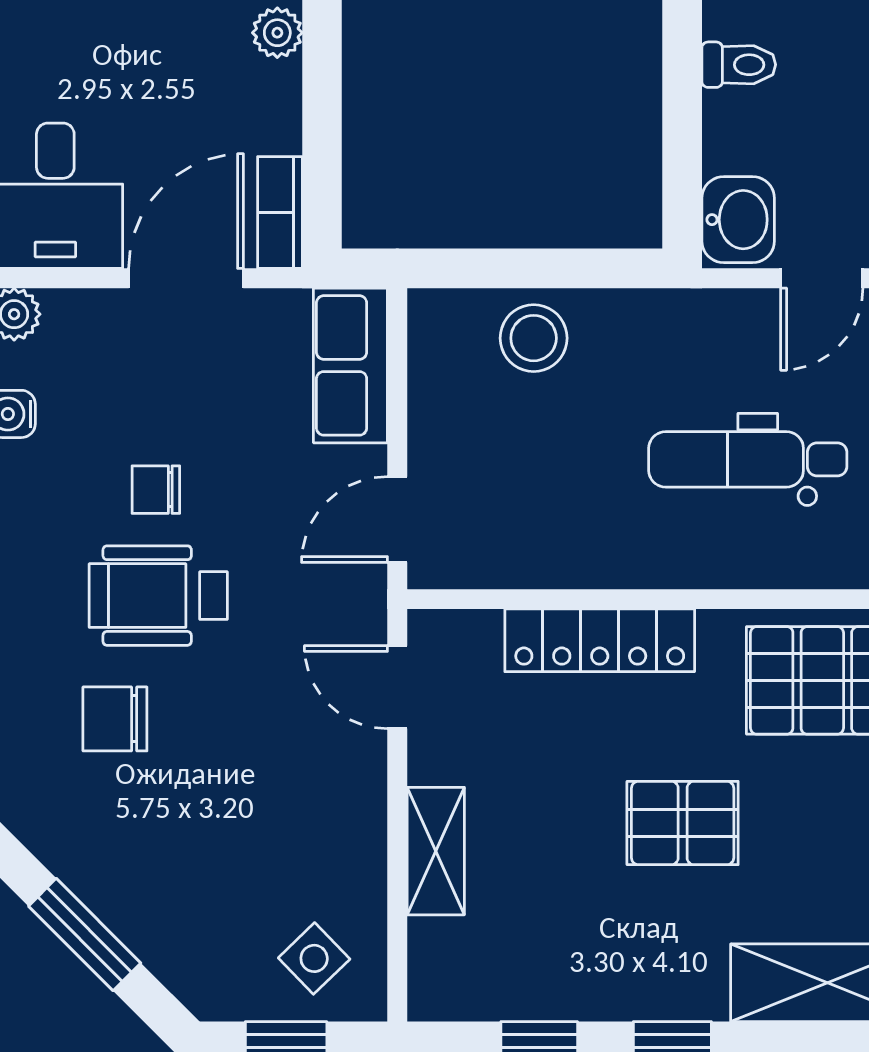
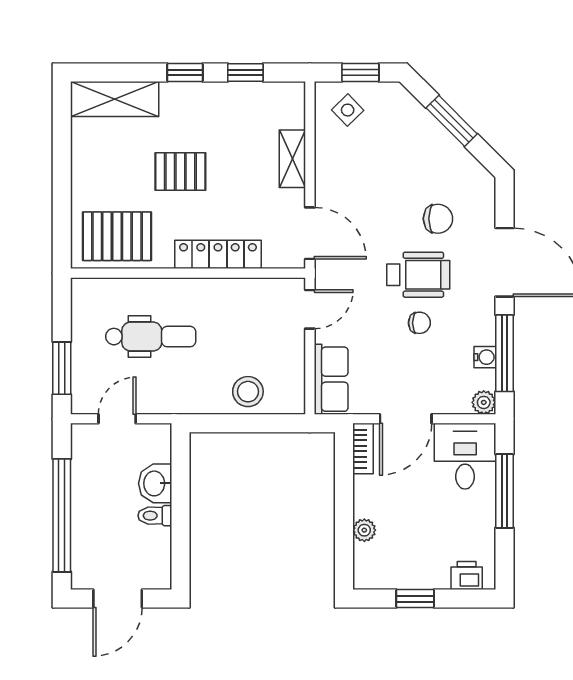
washbasin: (738, 220) -> (155, 483), moved
door: (397, 687) -> (310, 233), width x1.38

